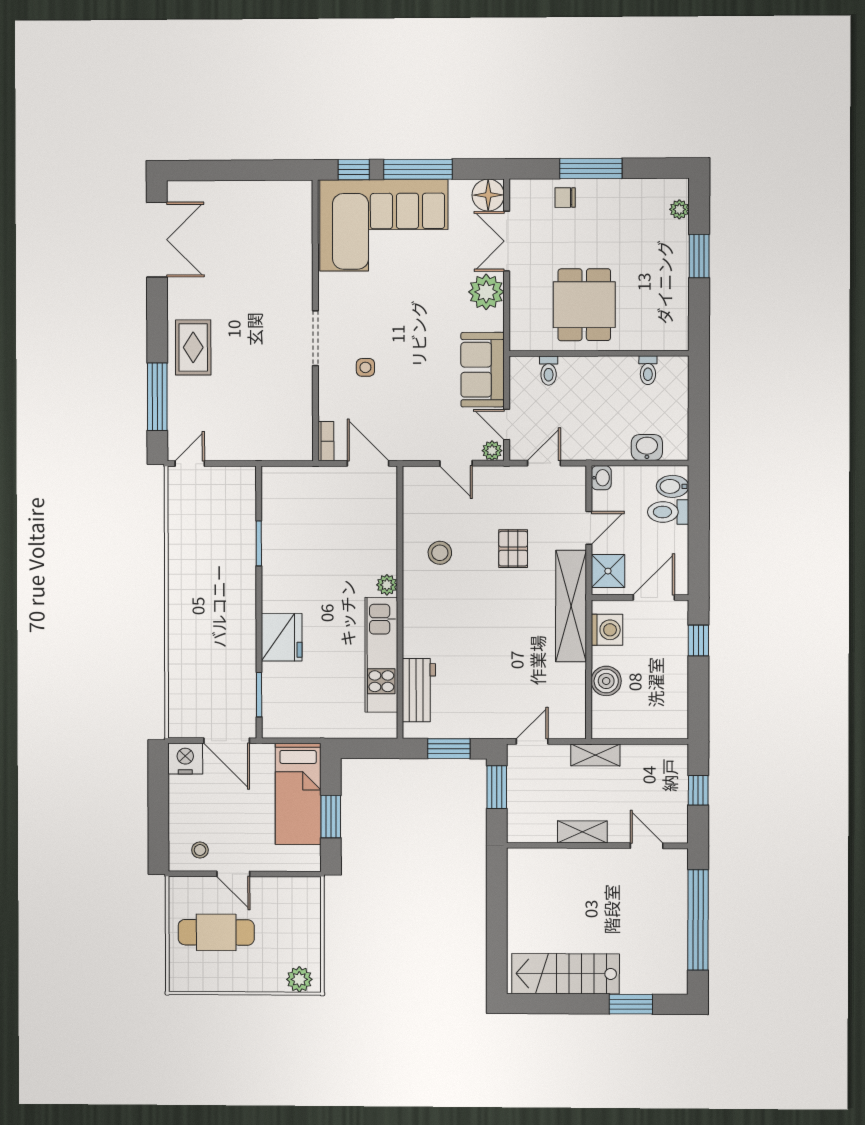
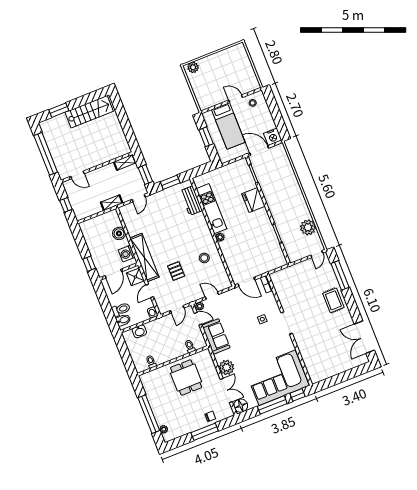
window: (699, 256) -> (149, 414), width x2.11
plant: (186, 530) -> (308, 227), added
bed: (298, 794) -> (228, 126), moved, turned 180
shelving: (582, 832) -> (125, 162), moved
cafe table: (216, 932) -> (233, 73), removed

